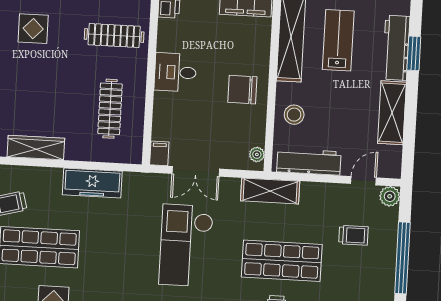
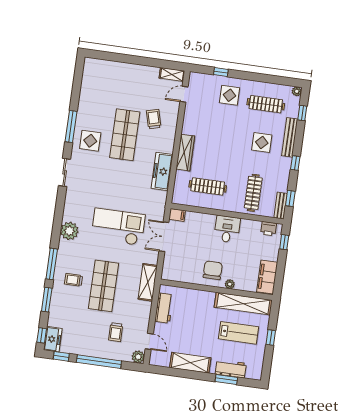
workbench: (396, 48) -> (231, 369), width x0.73
stool: (294, 115) -> (194, 301), removed
wardrobe: (36, 147) -> (185, 153), moved
plant: (257, 154) -> (230, 284), moved
workbench: (309, 162) -> (164, 308), width x0.73

